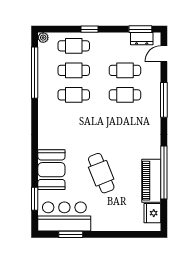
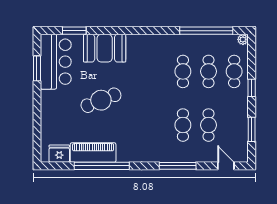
window: (140, 29) -> (252, 129), moved
dresser: (142, 39) -> (242, 143), removed

